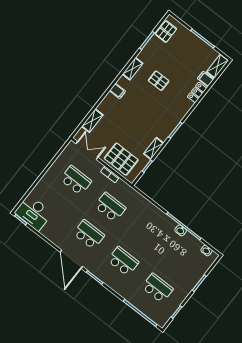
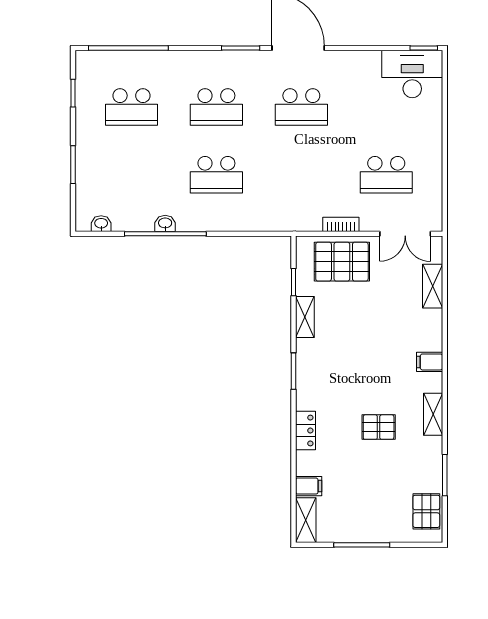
locker: (197, 92) -> (305, 431), moved
school desk: (110, 207) -> (216, 175), moved

